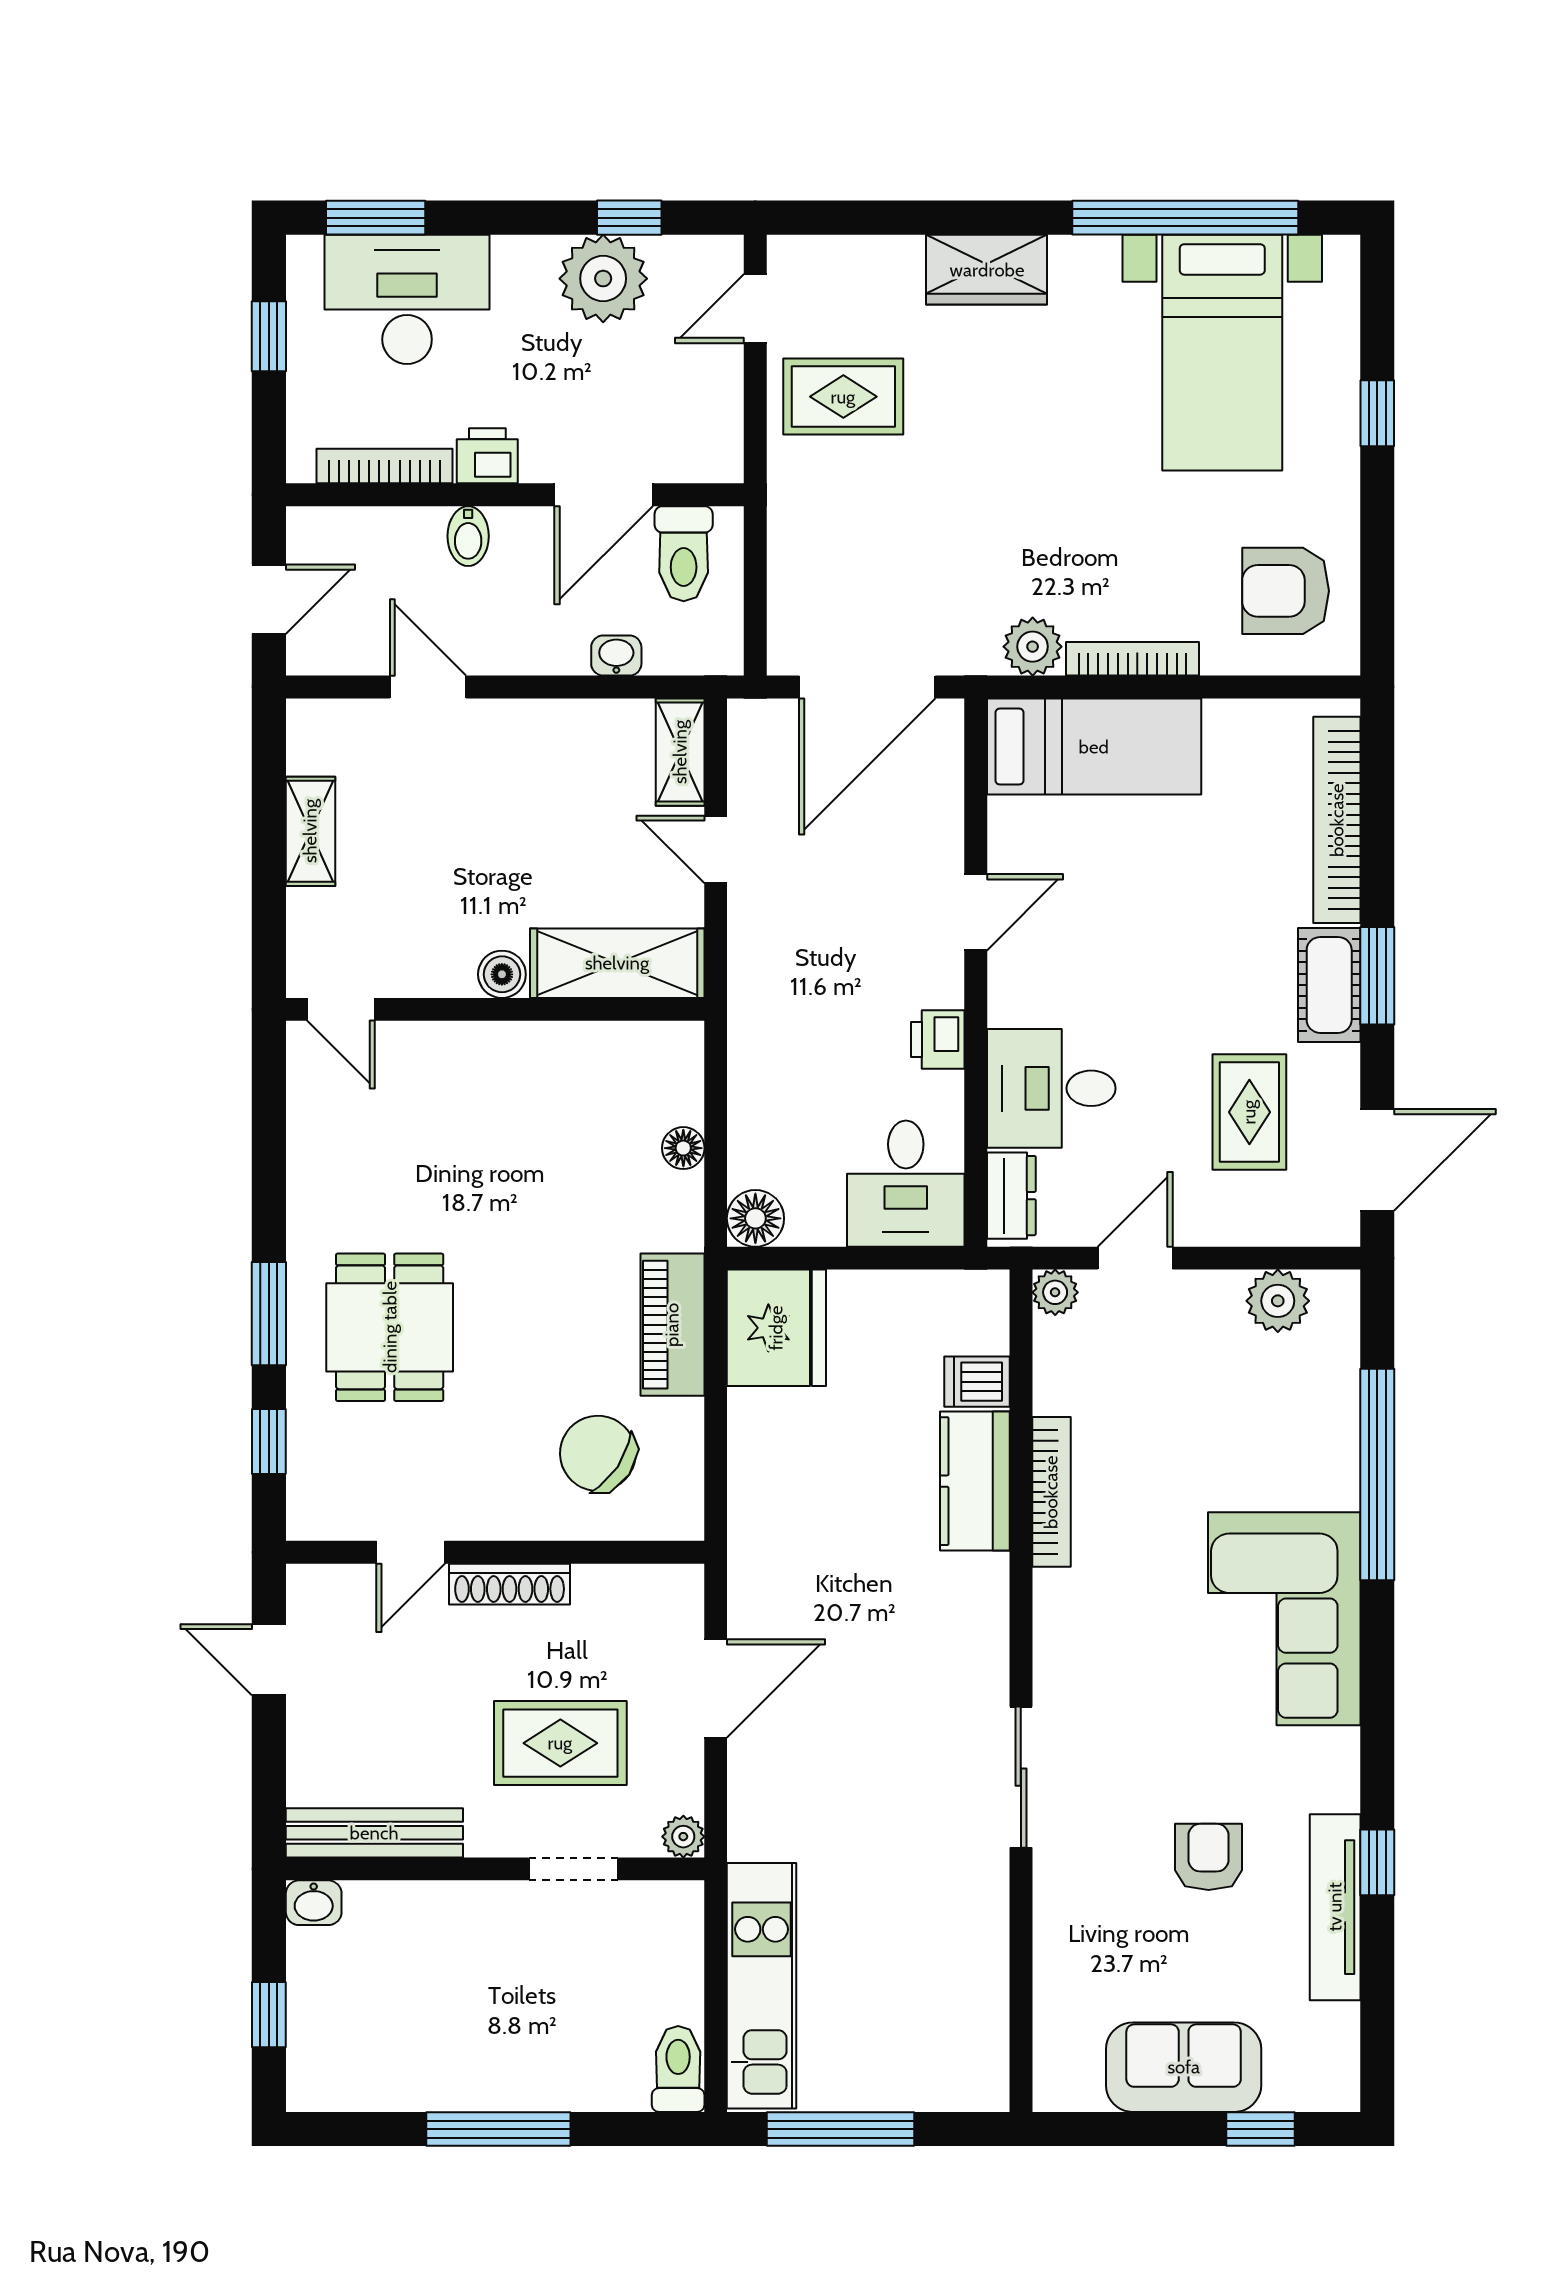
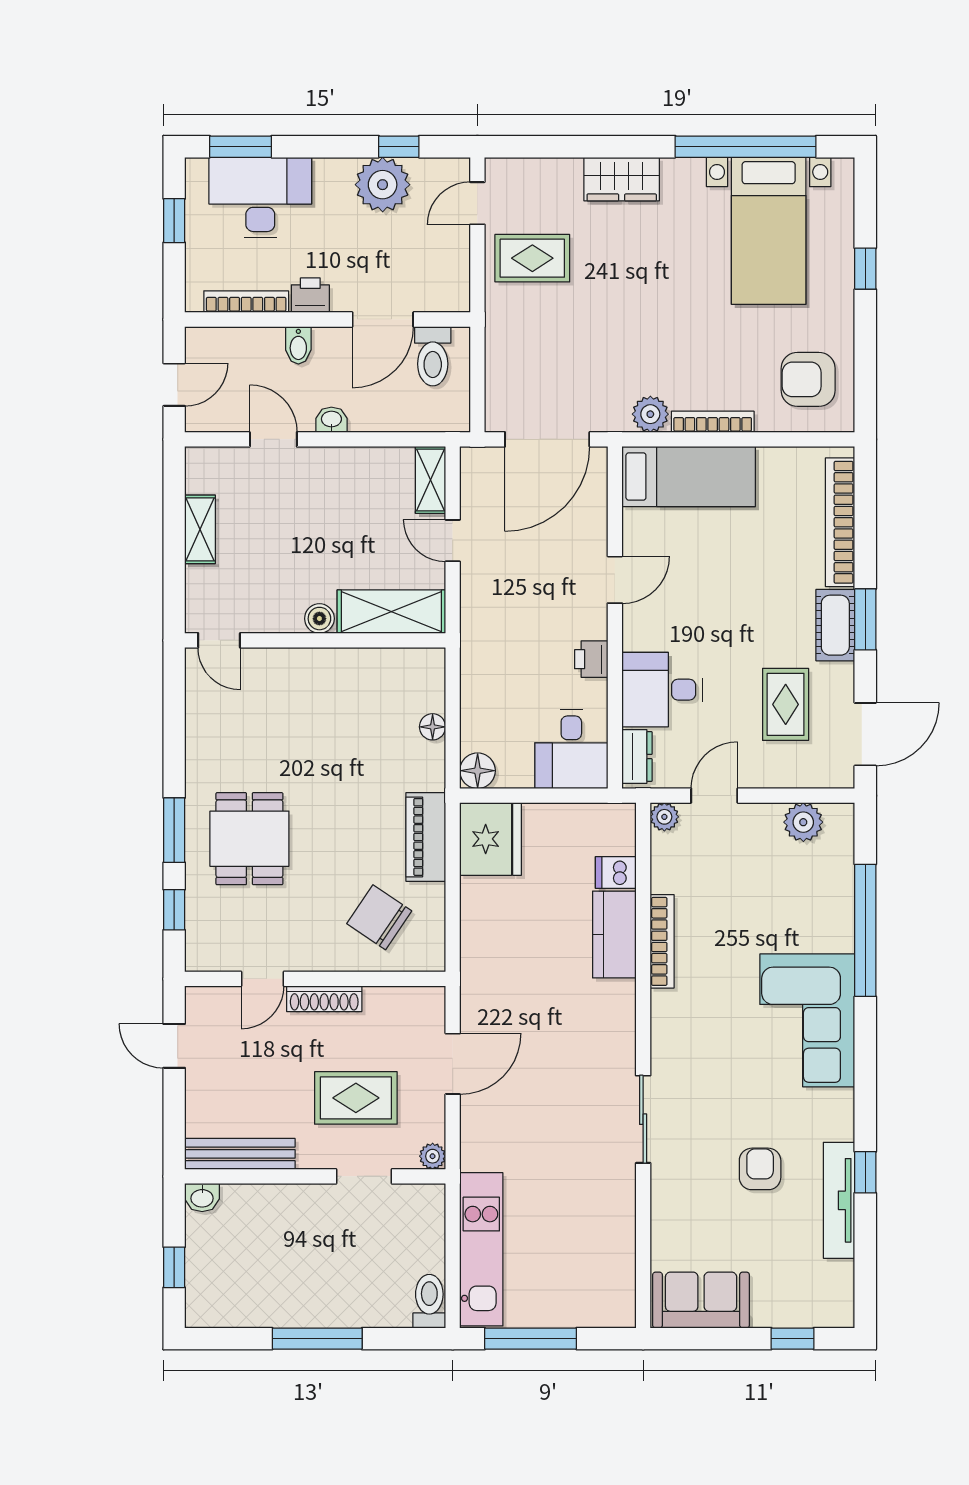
washbasin: (616, 656) -> (331, 420), moved
sofa: (1184, 2067) -> (701, 1300), moved

